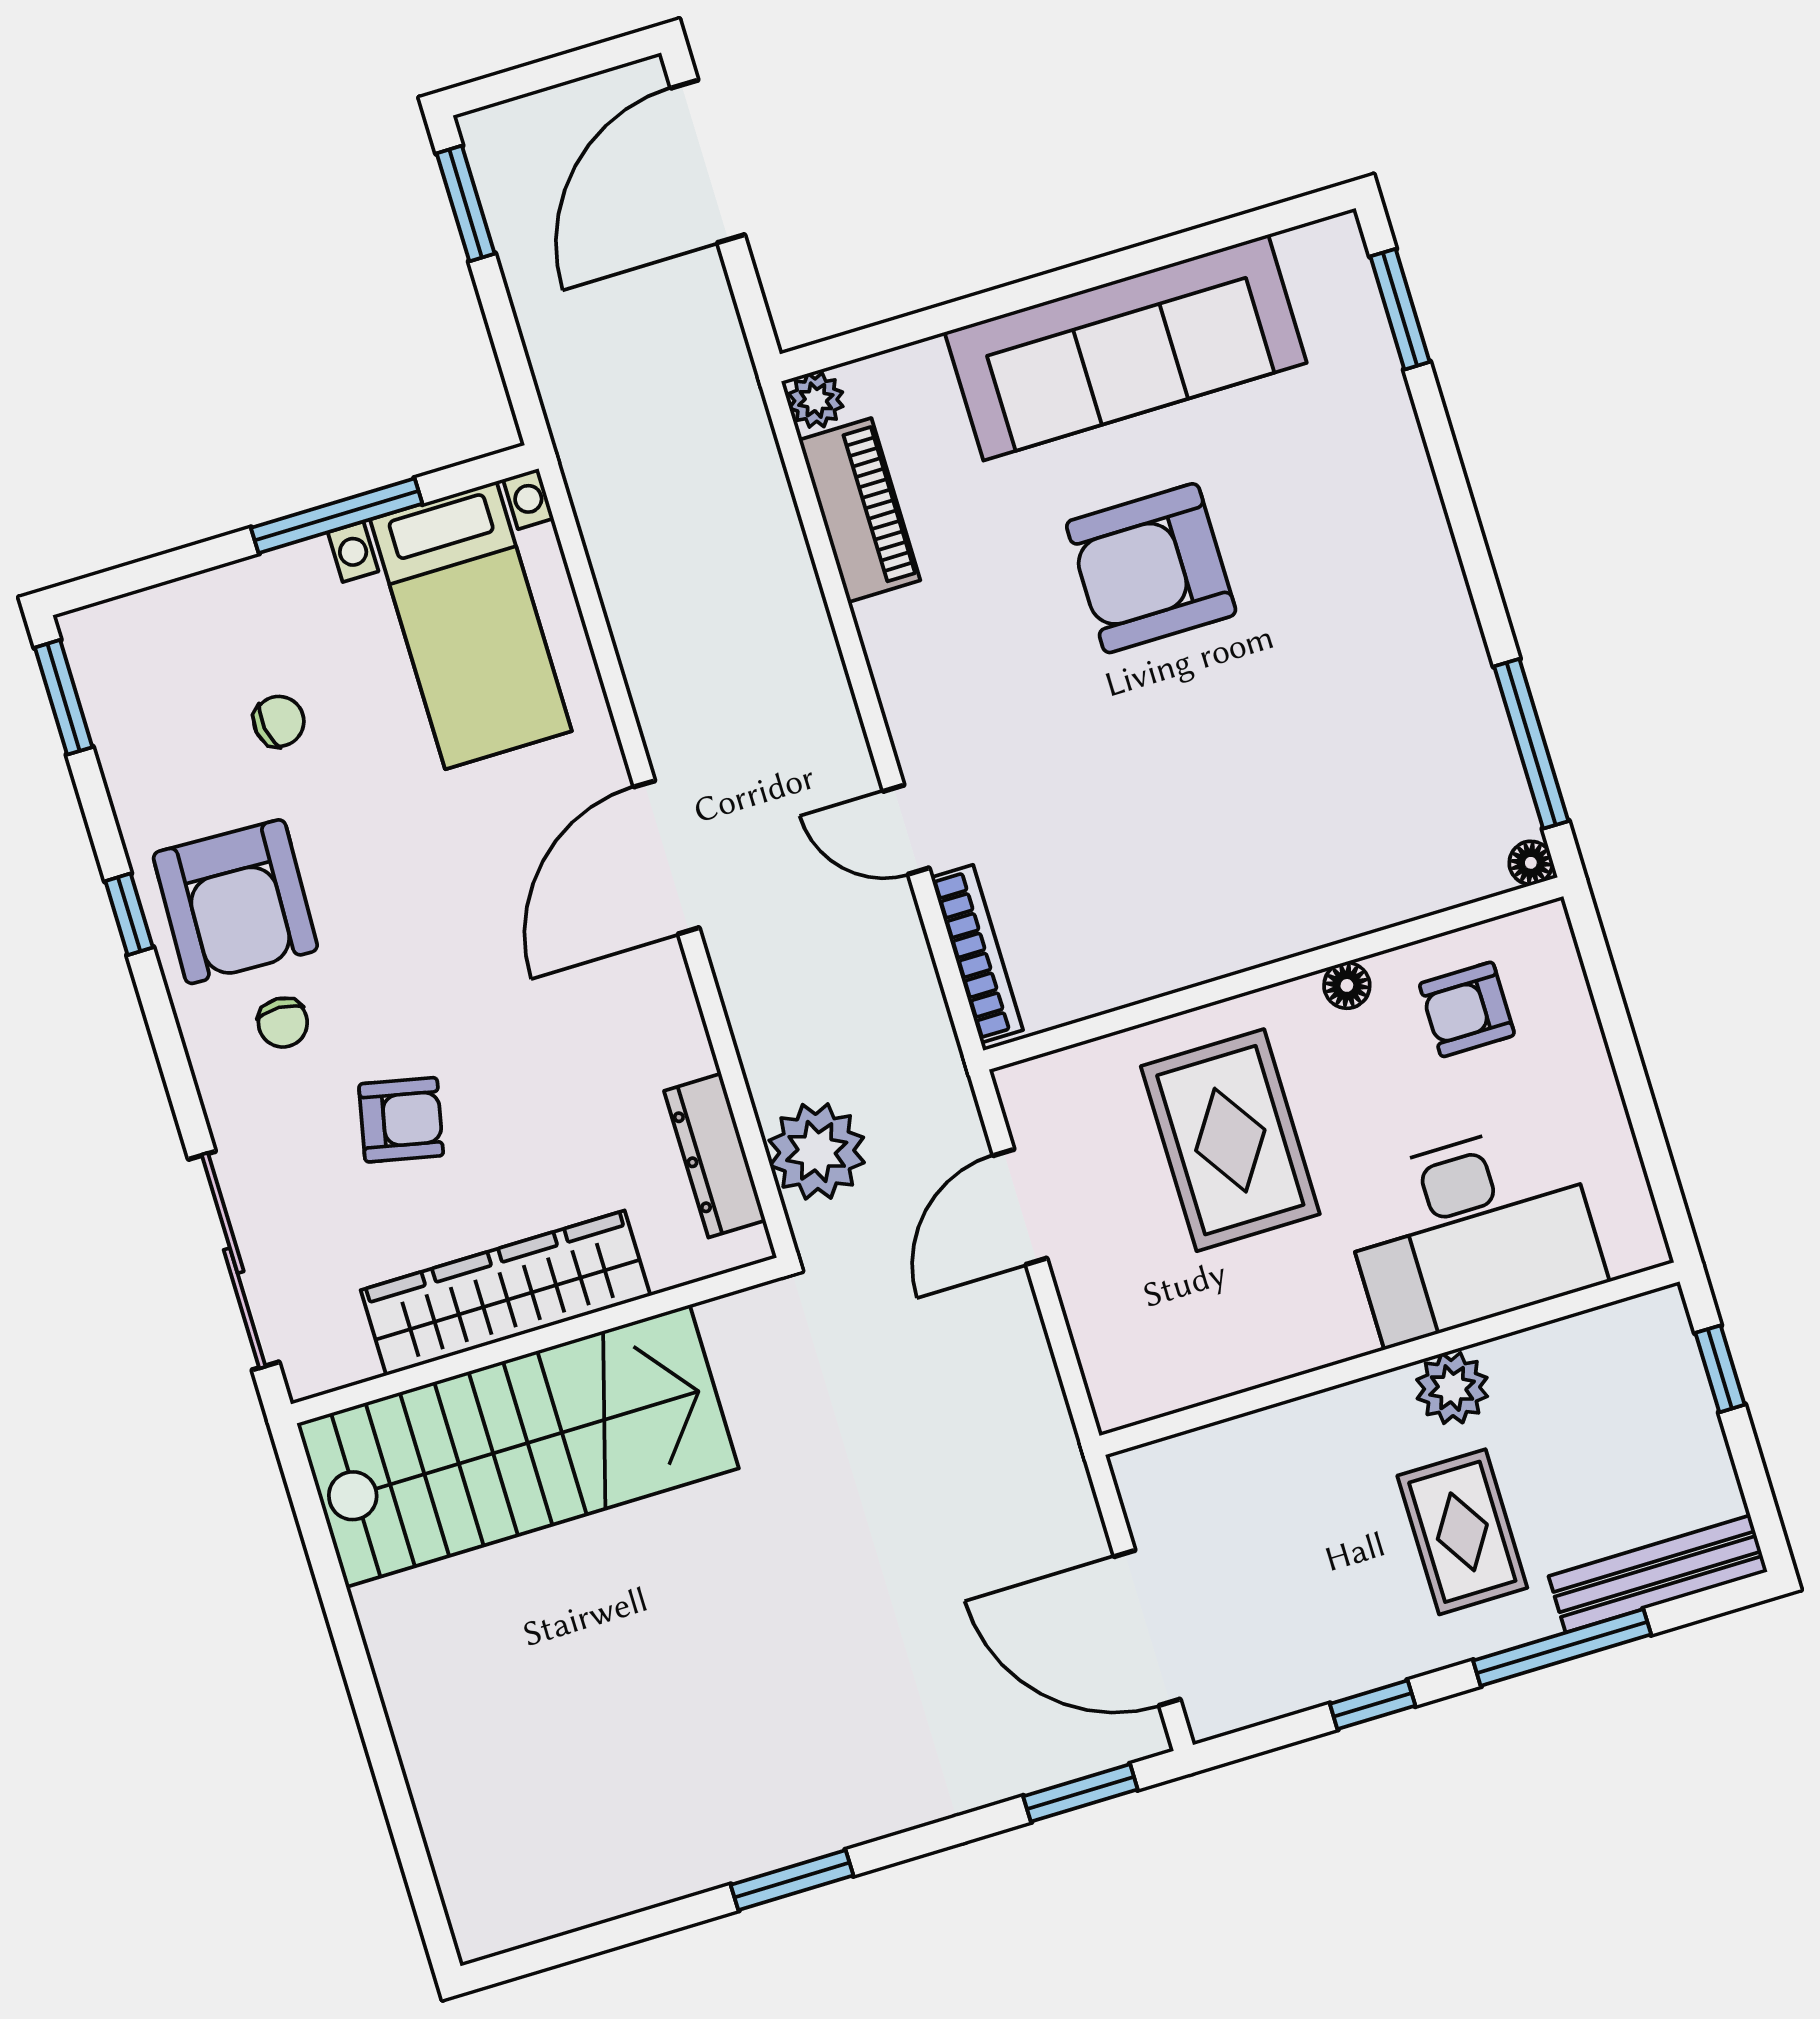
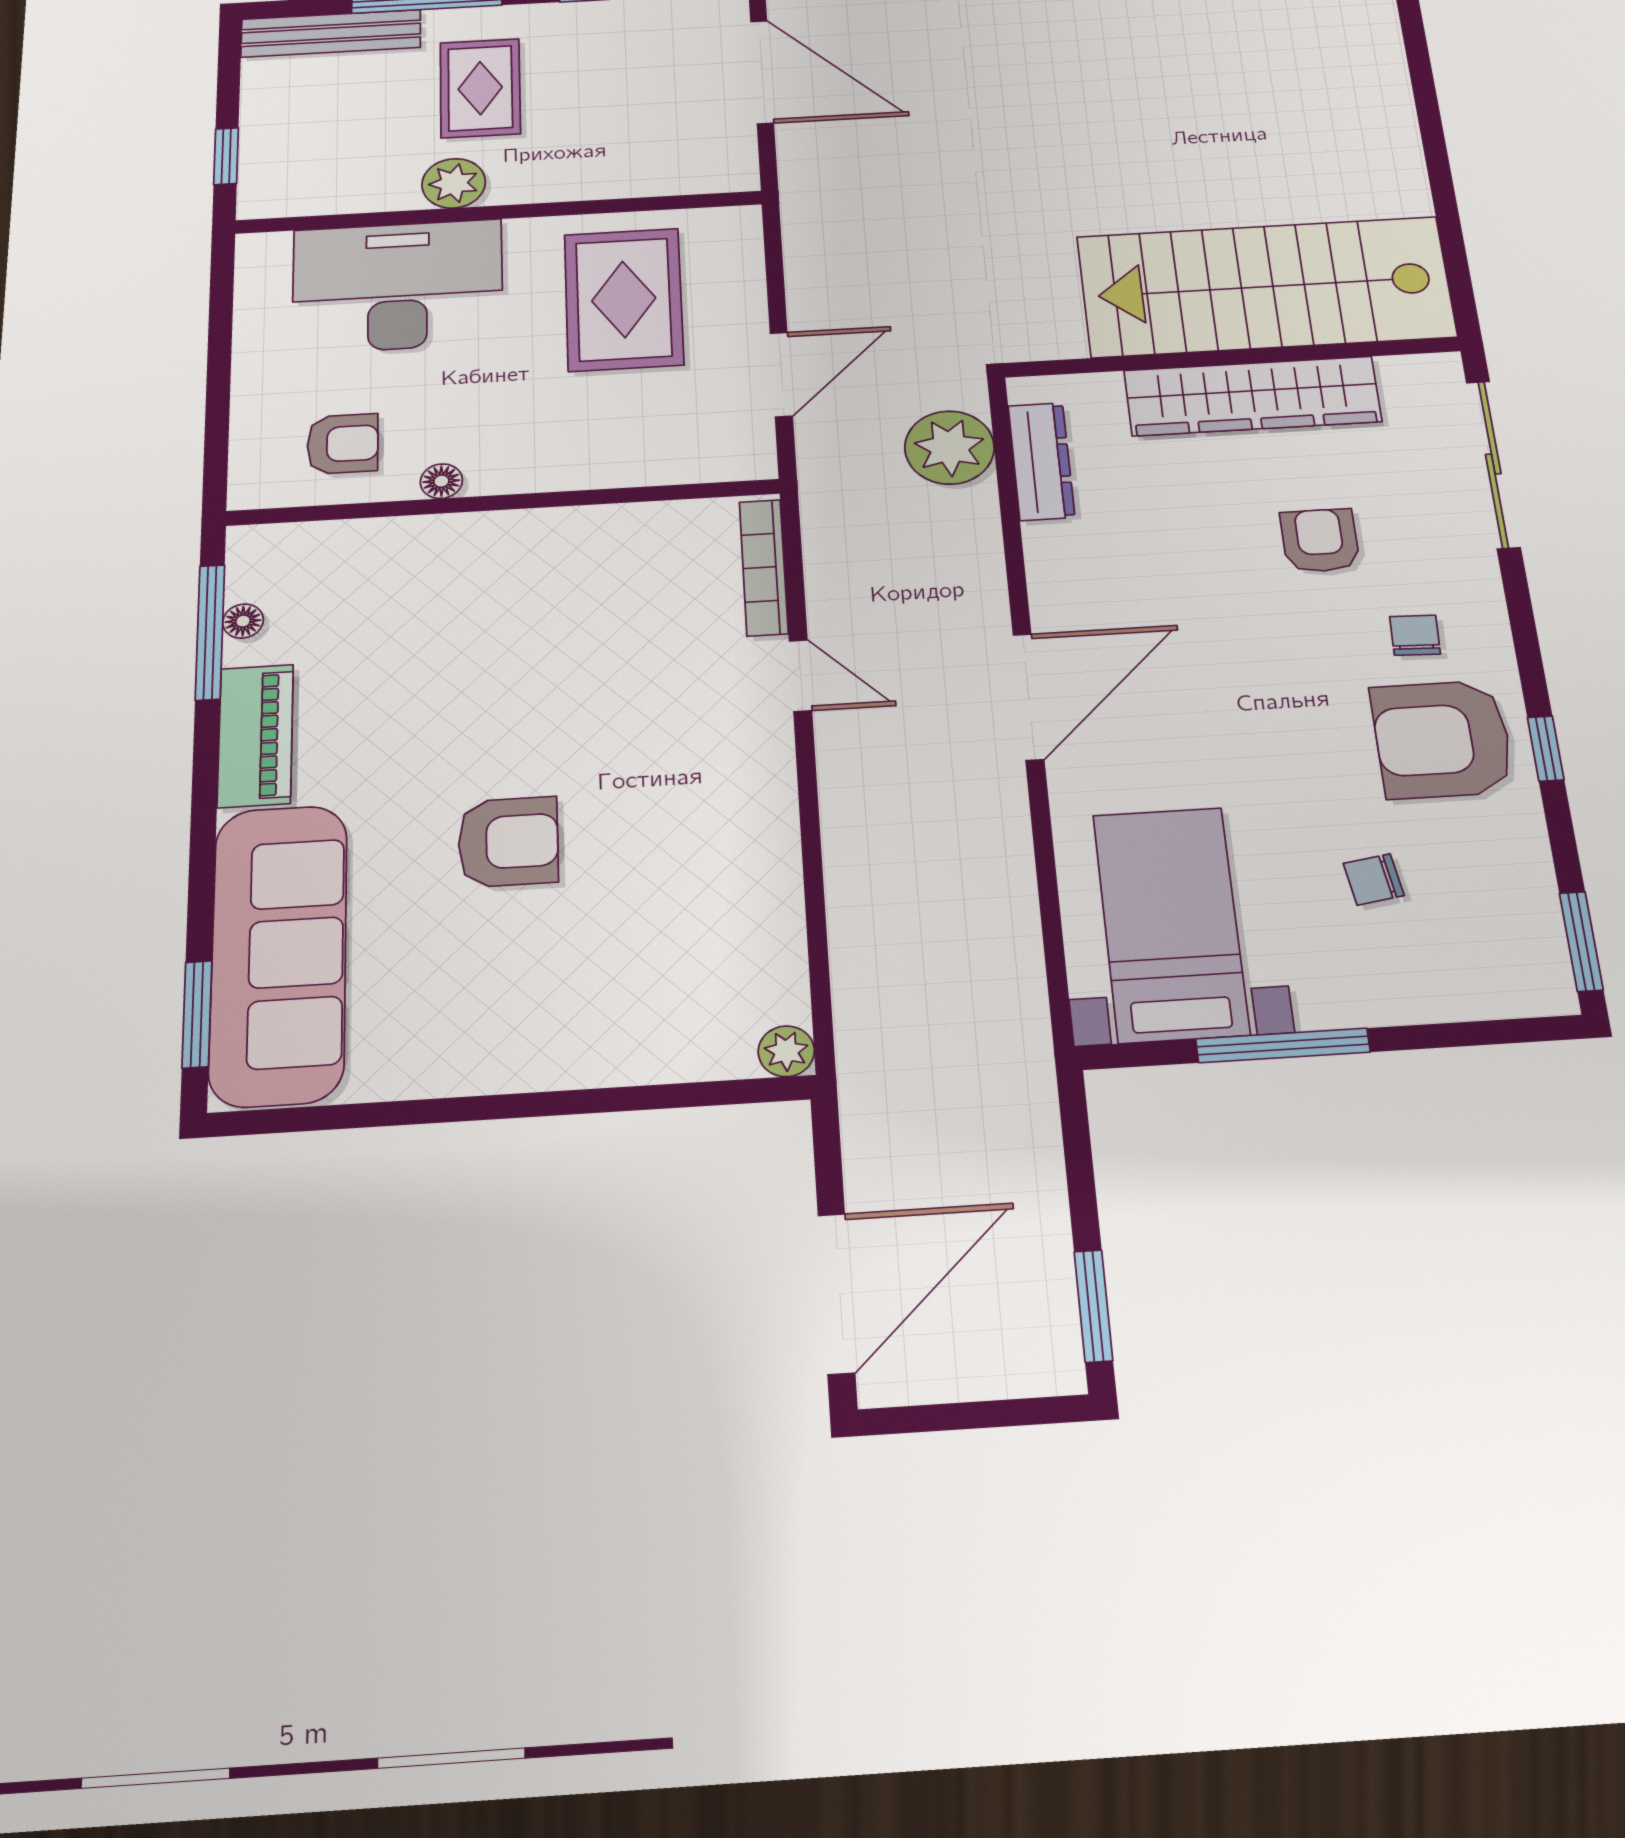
sofa: (1126, 348) -> (279, 954), moved, turned 90
piano: (860, 510) -> (255, 736), moved, turned 180
armchair: (1151, 568) -> (508, 842), width x0.73, depth x0.73
floor lamp: (1531, 863) -> (243, 621), moved
armchair: (235, 902) -> (1442, 739), turned -92
armchair: (401, 1120) -> (1320, 541), turned 78
rug: (1230, 1140) -> (624, 299), moved

